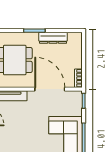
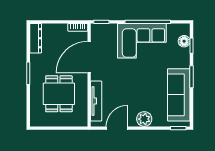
dresser: (53, 38) -> (36, 38), moved

